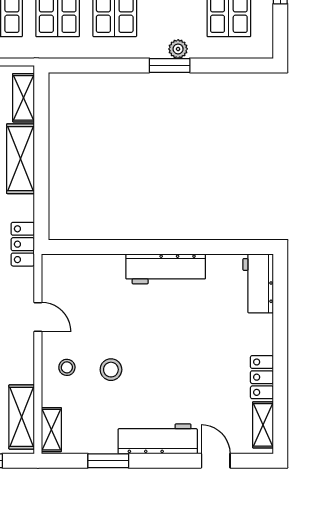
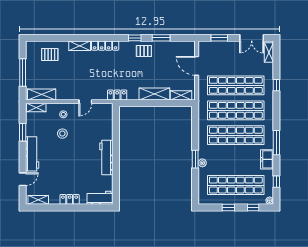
locker: (262, 377) -> (70, 199), moved

